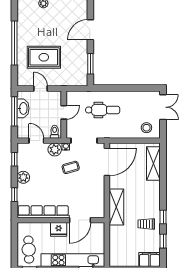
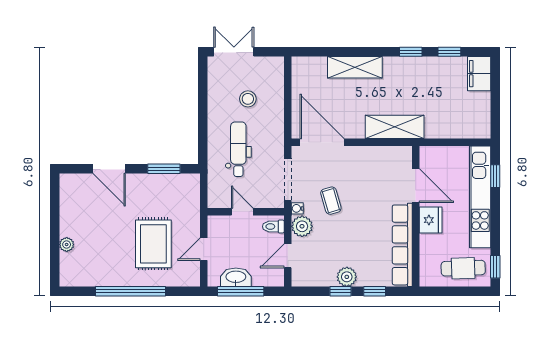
stool: (146, 128) -> (248, 99), moved
window: (14, 159) -> (340, 291), moved
shelving: (153, 163) -> (355, 67), moved
trolley: (146, 224) -> (422, 79), removed

